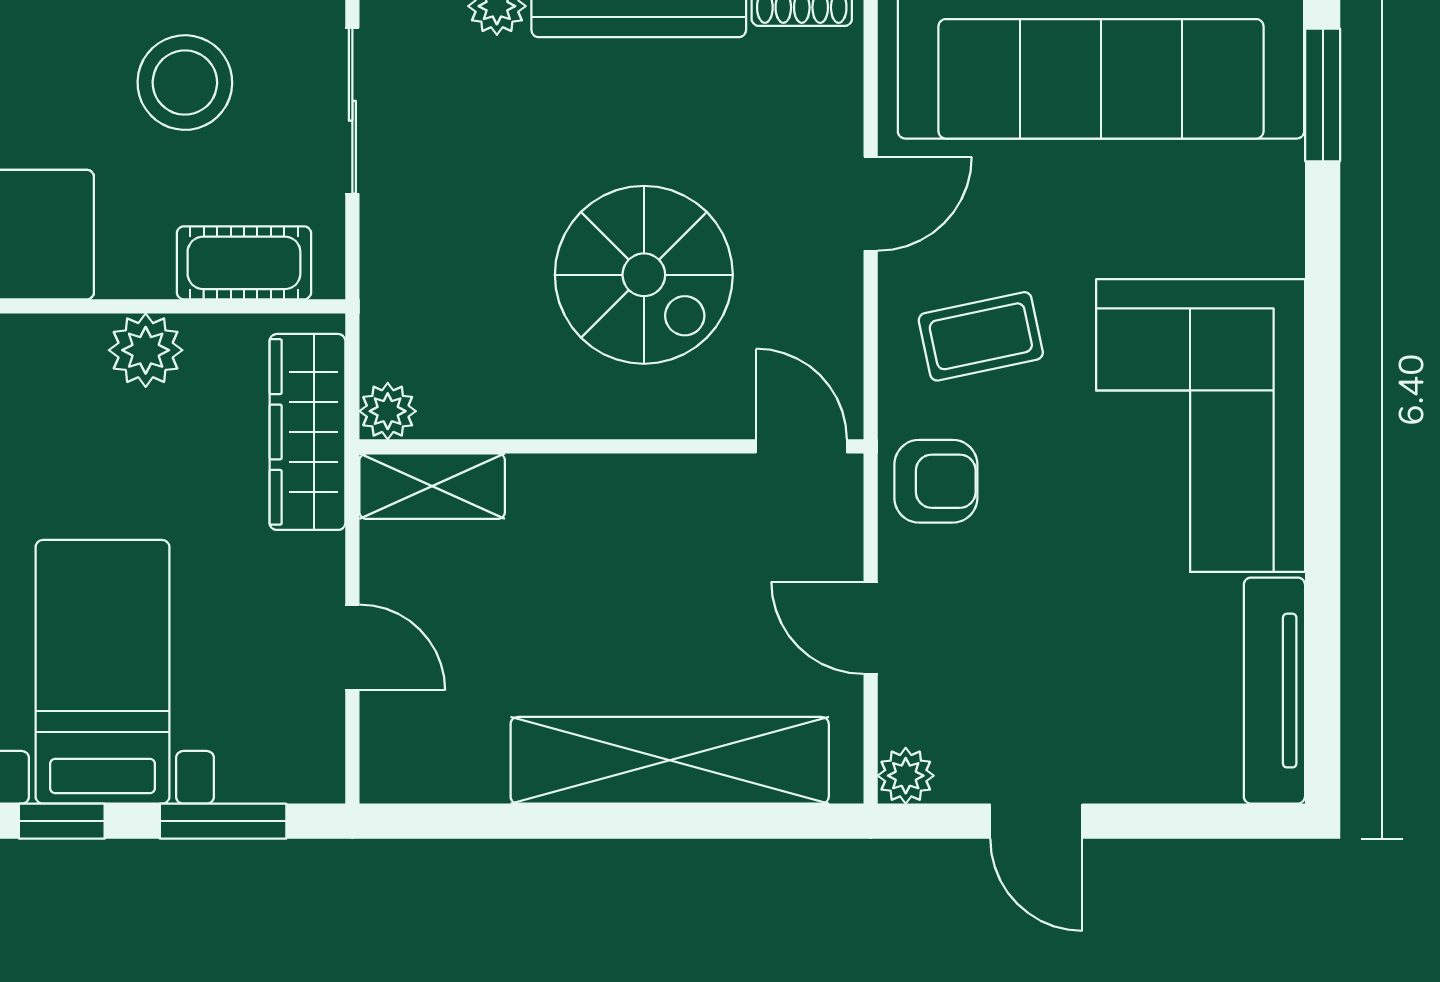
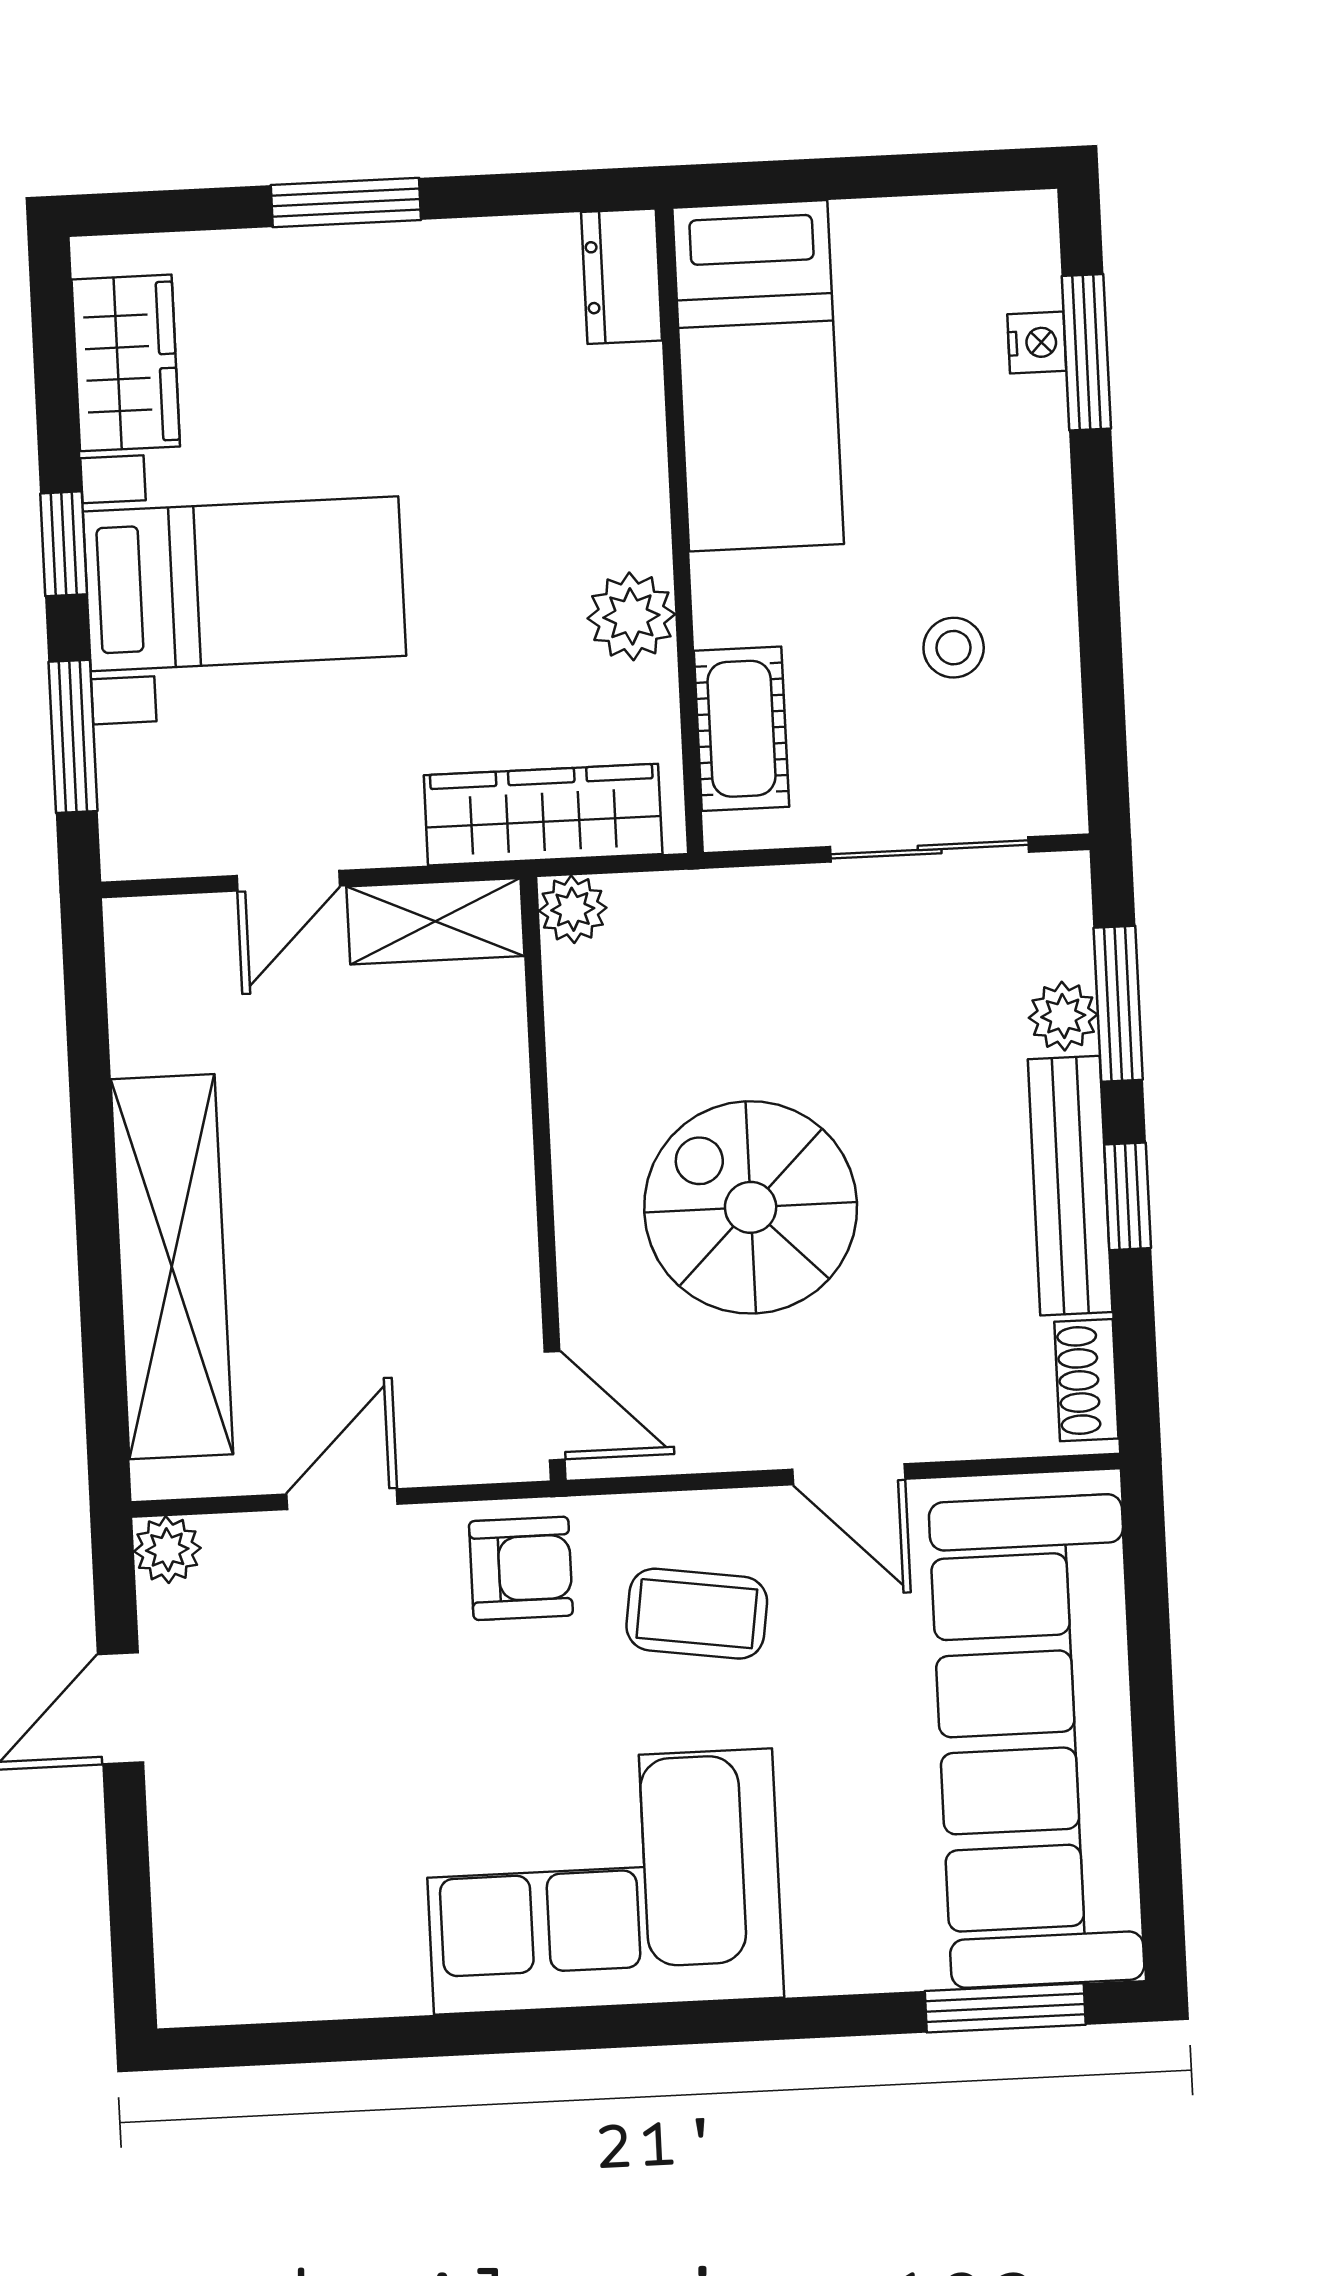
stool: (185, 83) -> (954, 648), width x0.53, depth x0.53
spiral stairs: (644, 275) -> (751, 1207), turned 90
coffee table: (981, 336) -> (697, 1614), turned -70
door: (801, 446) -> (555, 1406), hinge flipped
armchair: (936, 481) -> (521, 1568), turned -90
shelving: (432, 486) -> (435, 921), moved, turned 90
tv unit: (1274, 691) -> (291, 1985), removed

